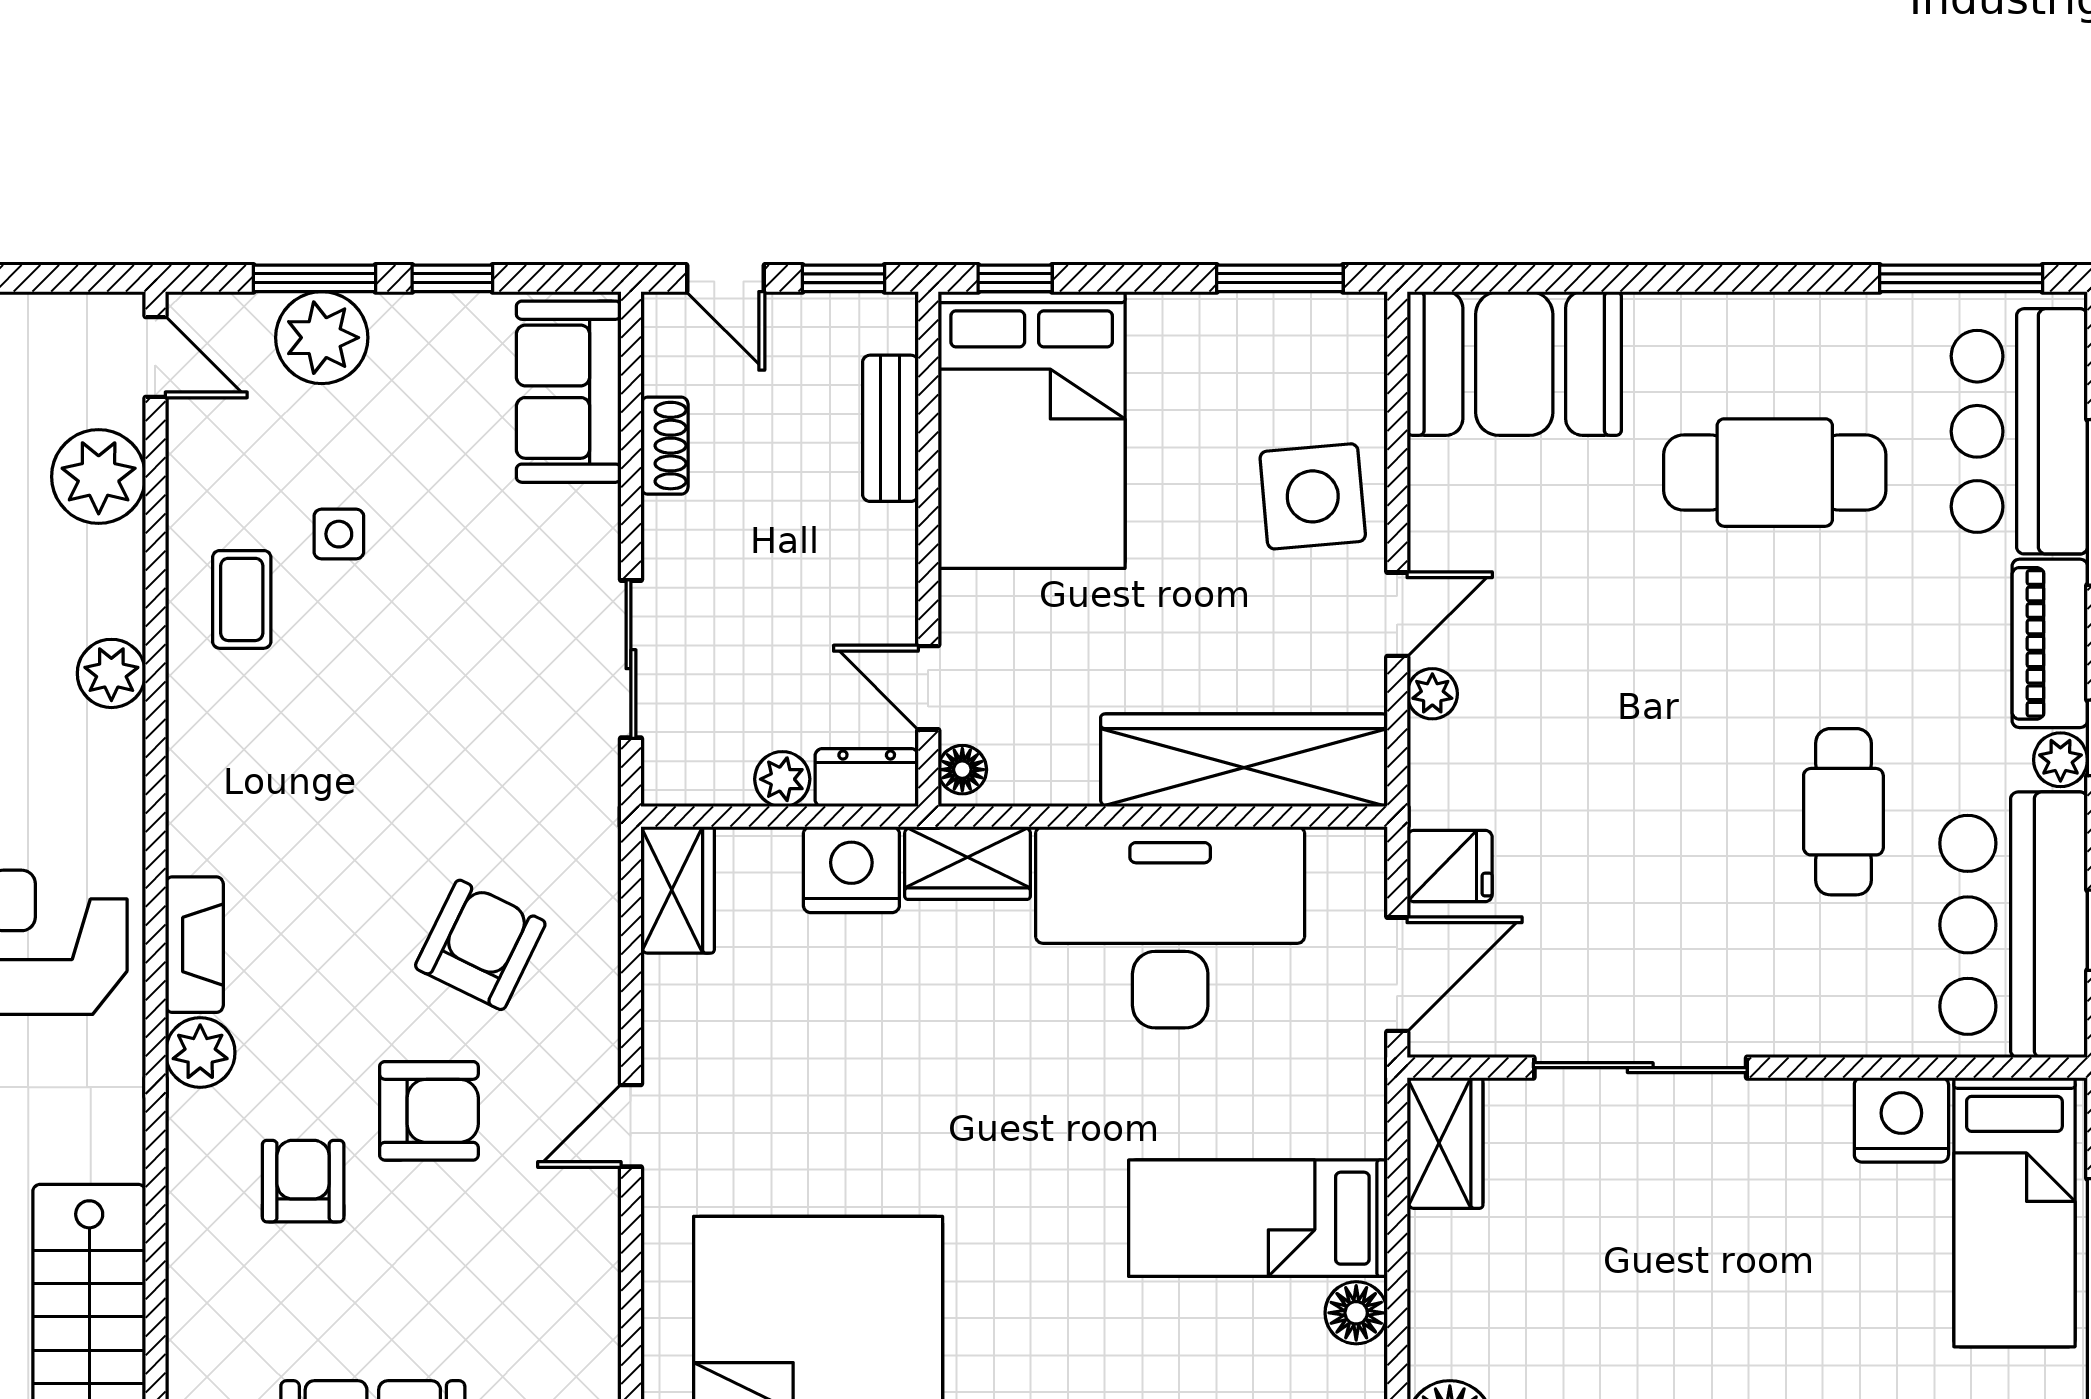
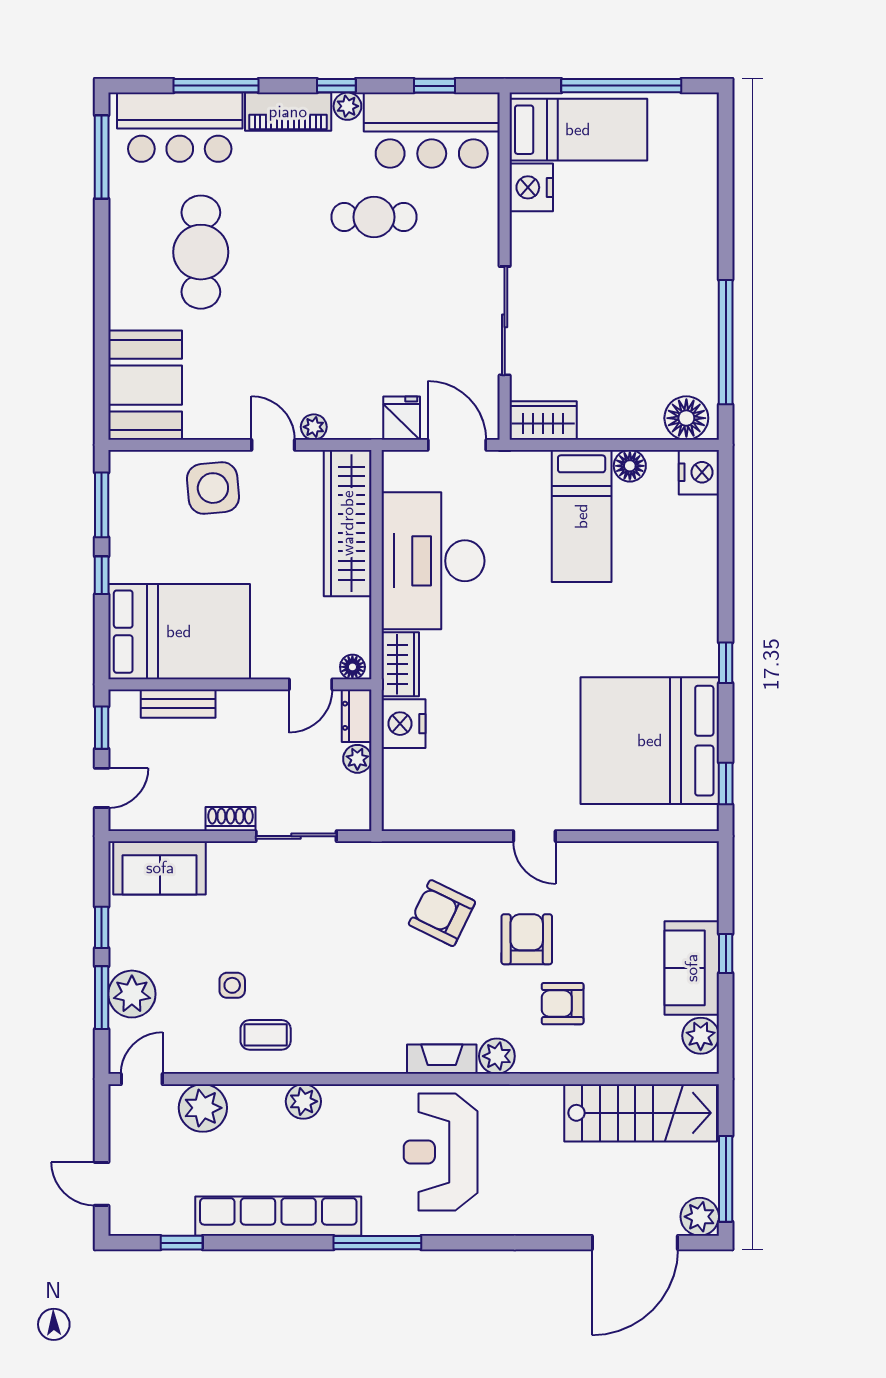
window: (1015, 278) -> (102, 575), moved
shoe rack: (664, 446) -> (231, 819), moved
wardrobe: (678, 890) -> (414, 812), removed

